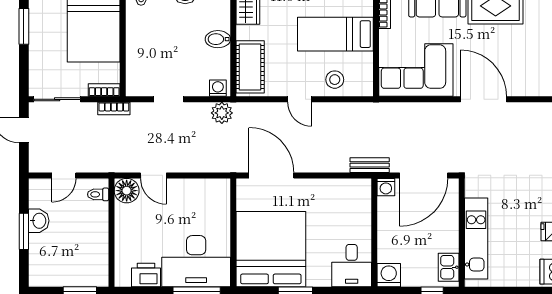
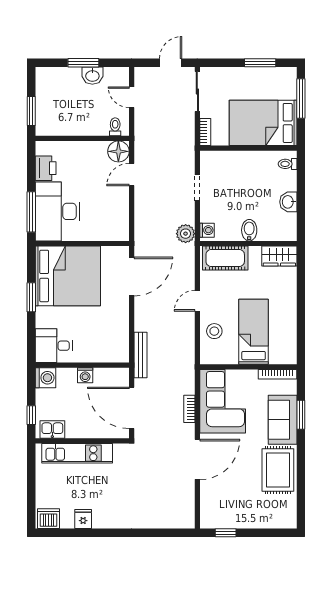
bookcase: (114, 108) -> (189, 409), moved
bench: (370, 165) -> (140, 355), width x1.36
washing machine: (386, 187) -> (85, 375), moved, turned -90

